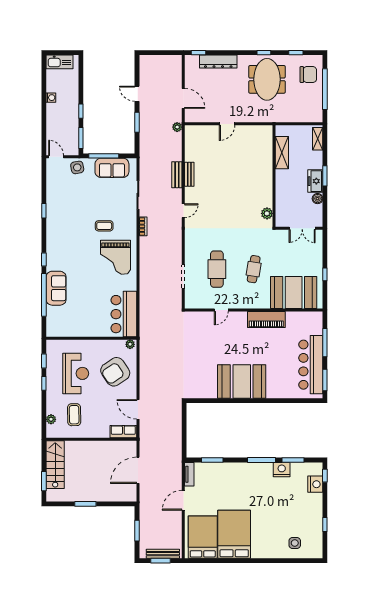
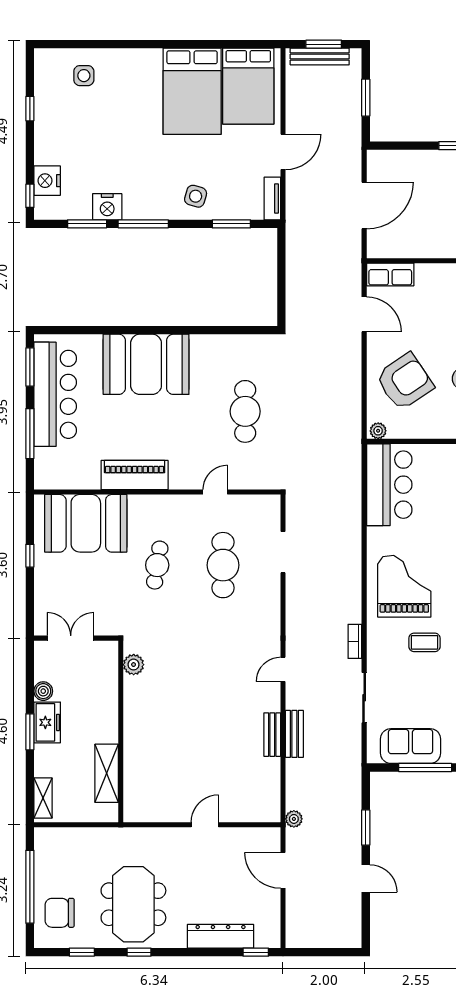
cafe table: (204, 355) -> (245, 411), added
booth: (242, 381) -> (146, 364), moved
side table: (232, 476) -> (196, 196), added

